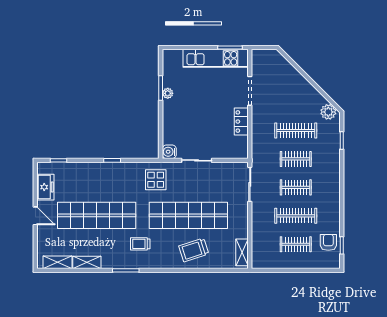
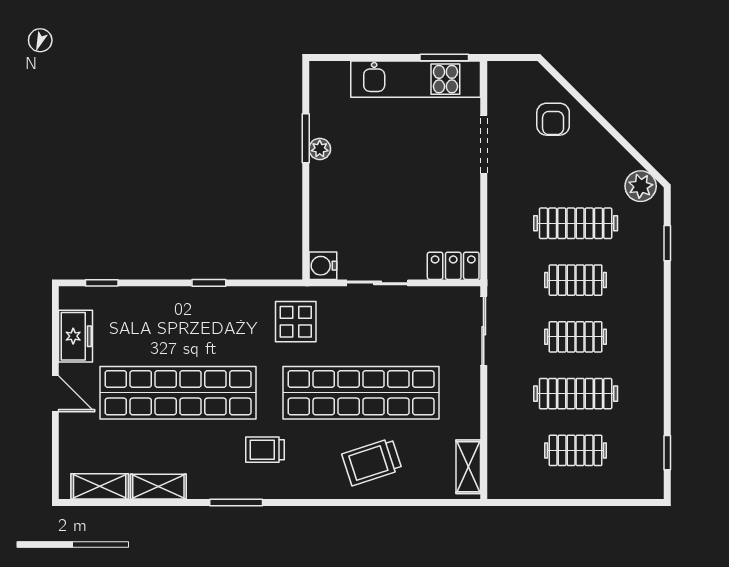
locker: (241, 122) -> (453, 266), moved, turned 90
armchair: (328, 242) -> (553, 119), moved, turned 180

